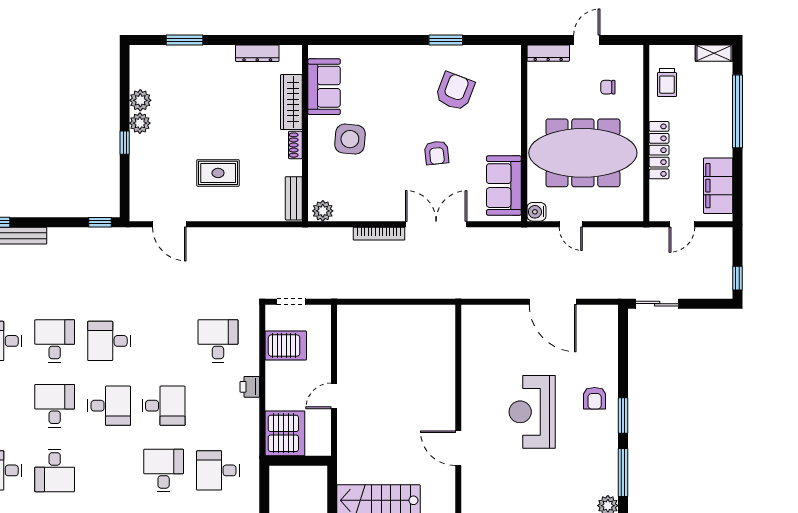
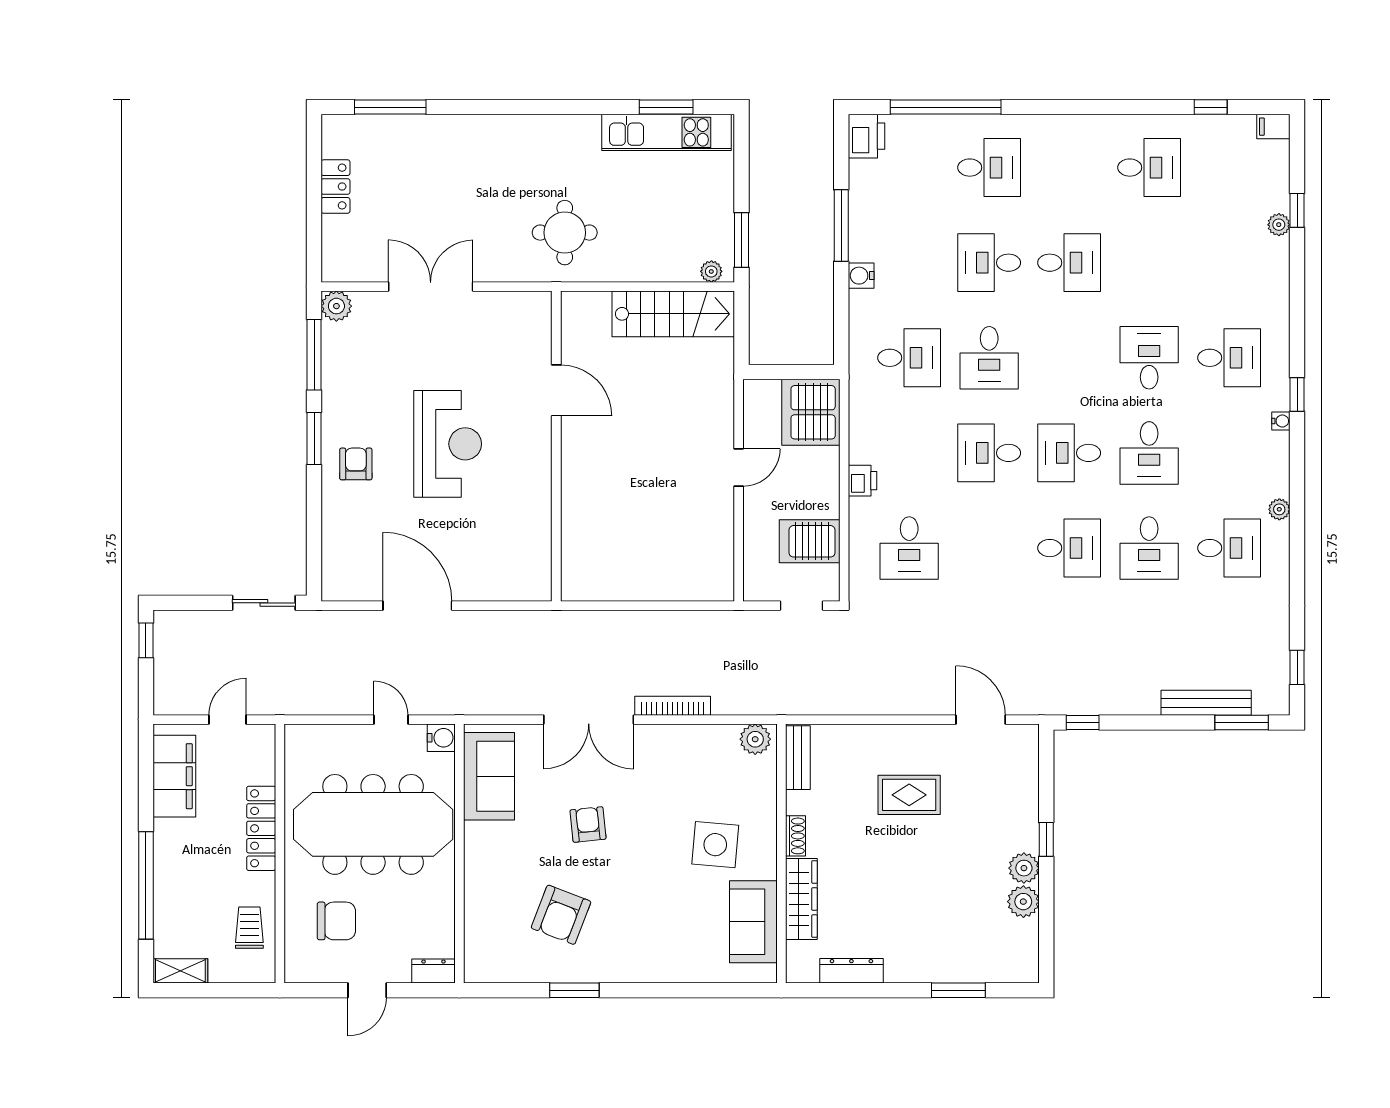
dresser: (548, 53) -> (433, 971), width x0.70
chair: (608, 87) -> (336, 921), width x1.87, depth x1.87

